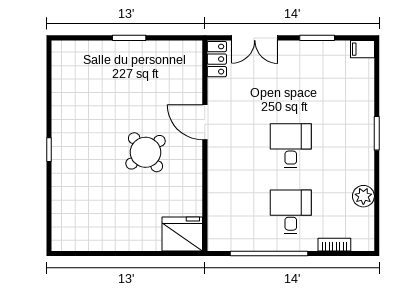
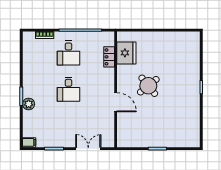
locker: (217, 59) -> (109, 57), moved
plant: (363, 196) -> (29, 104), moved
fridge: (182, 234) -> (126, 53), moved, turned -90

